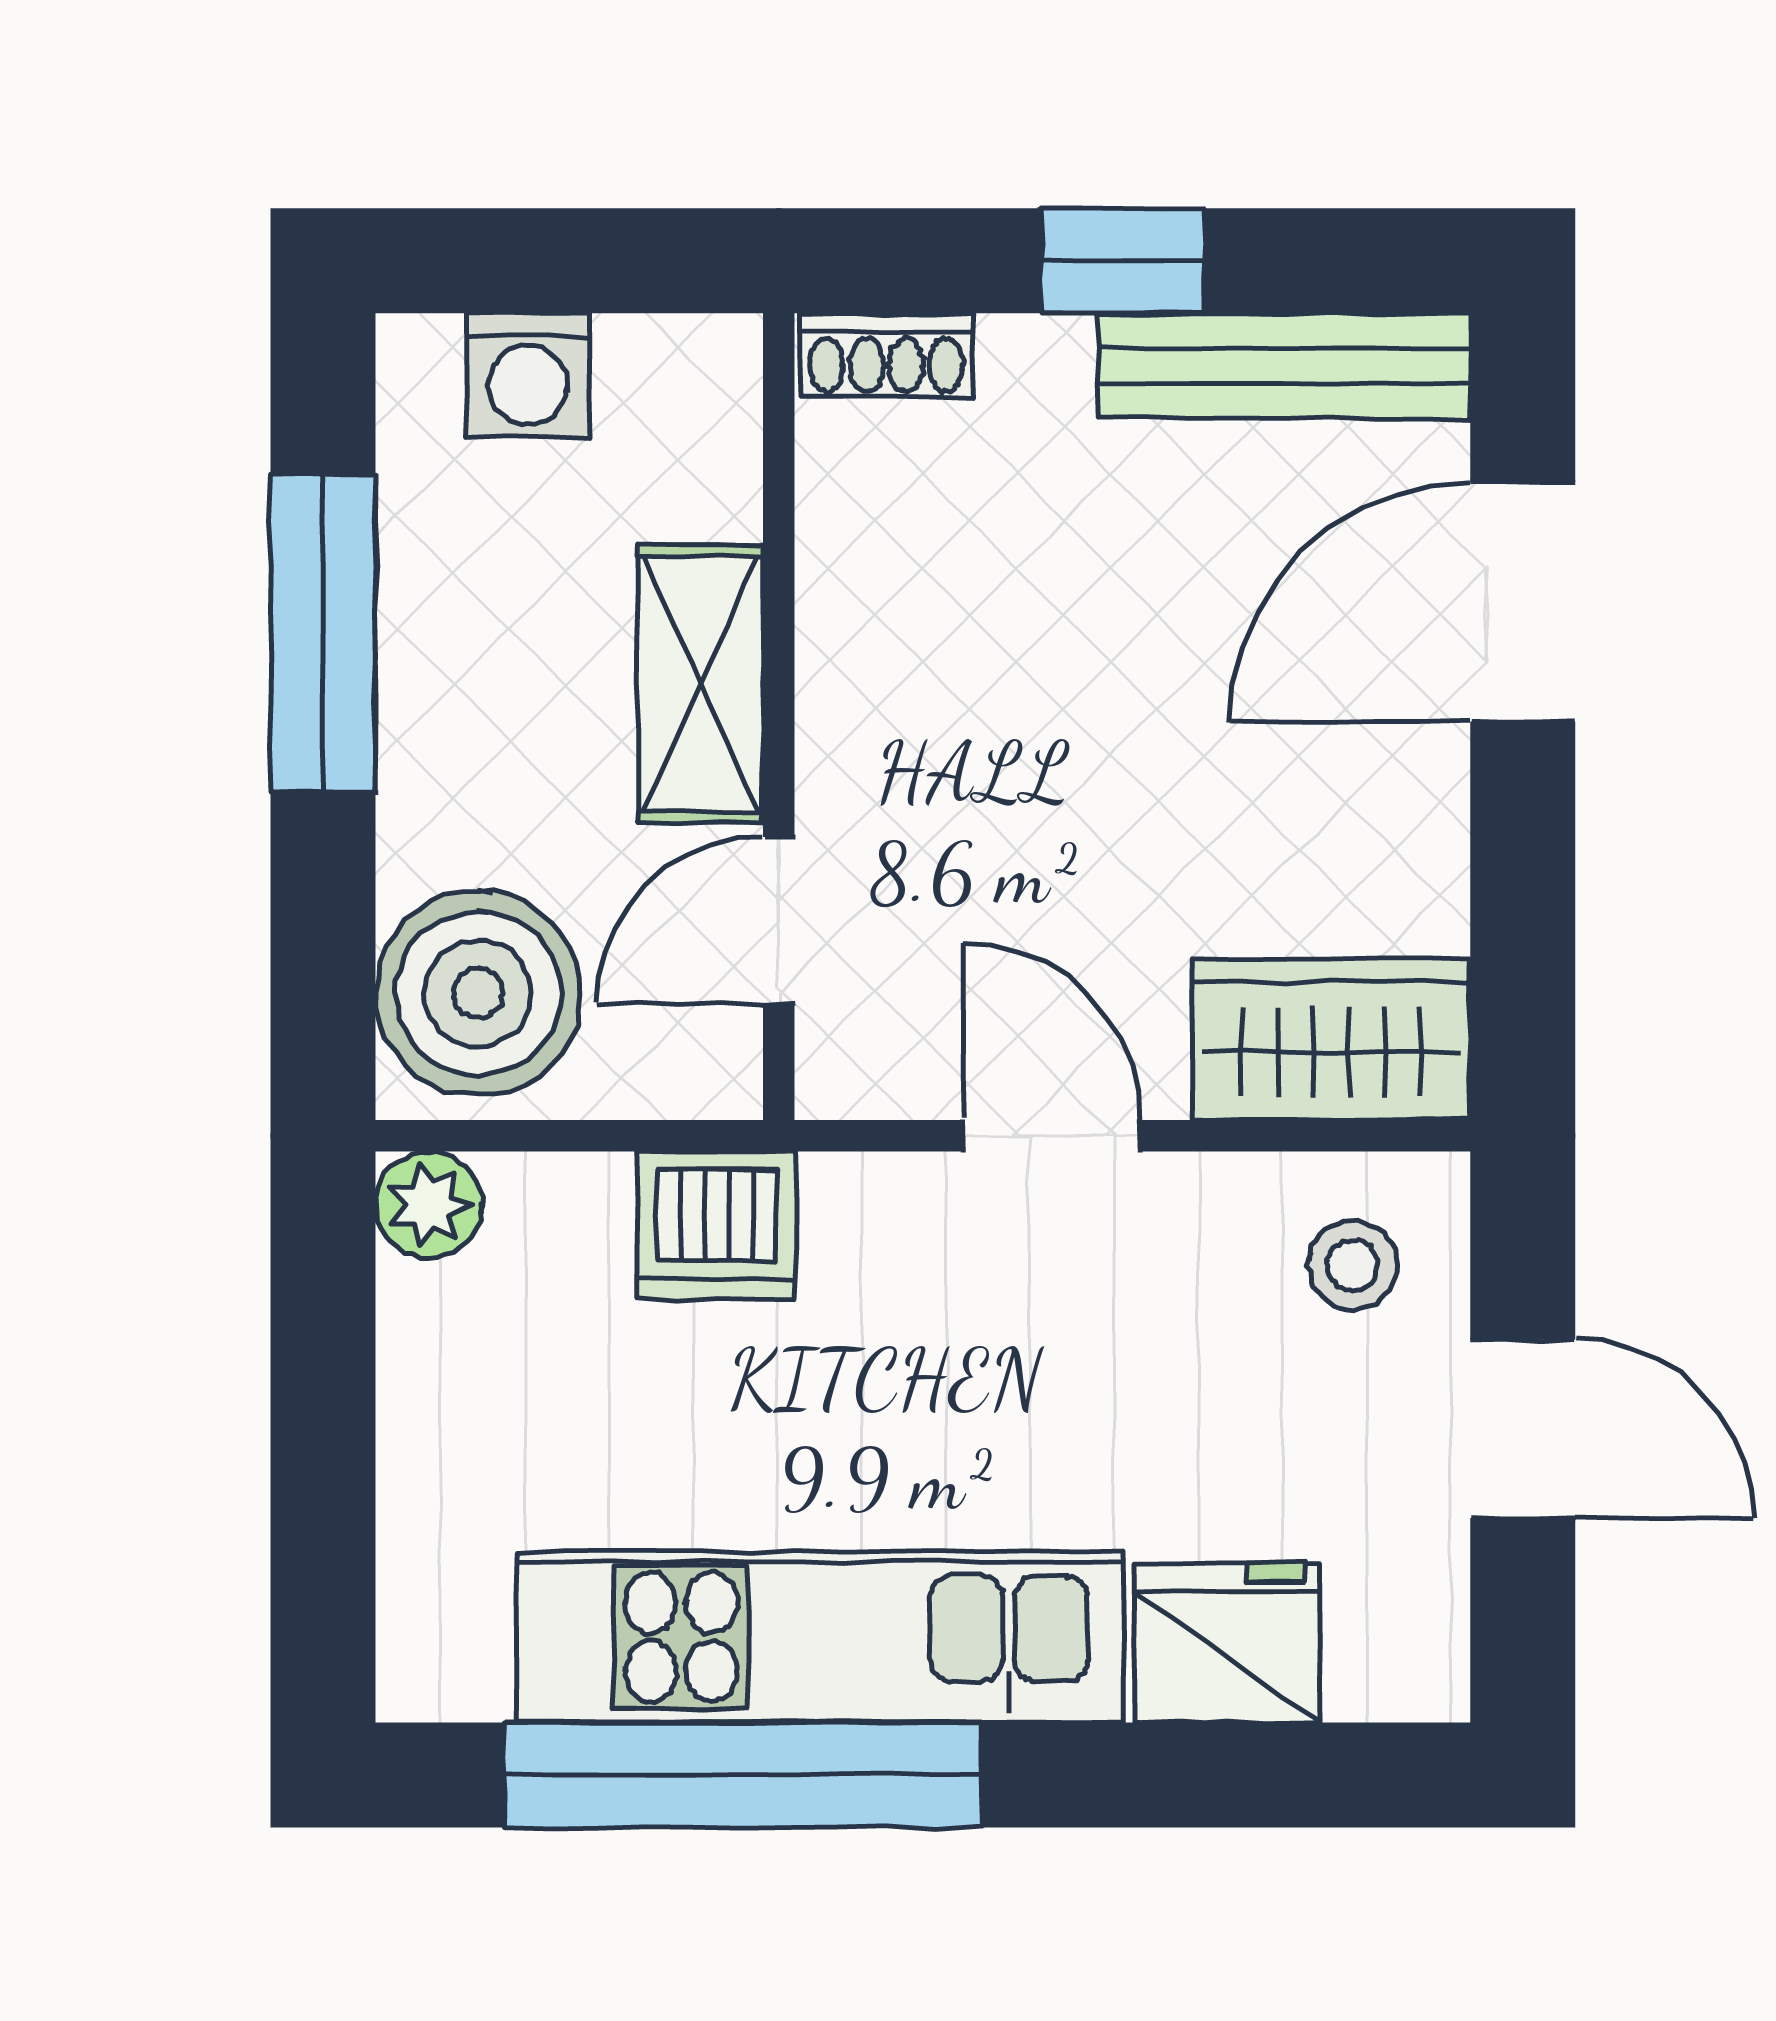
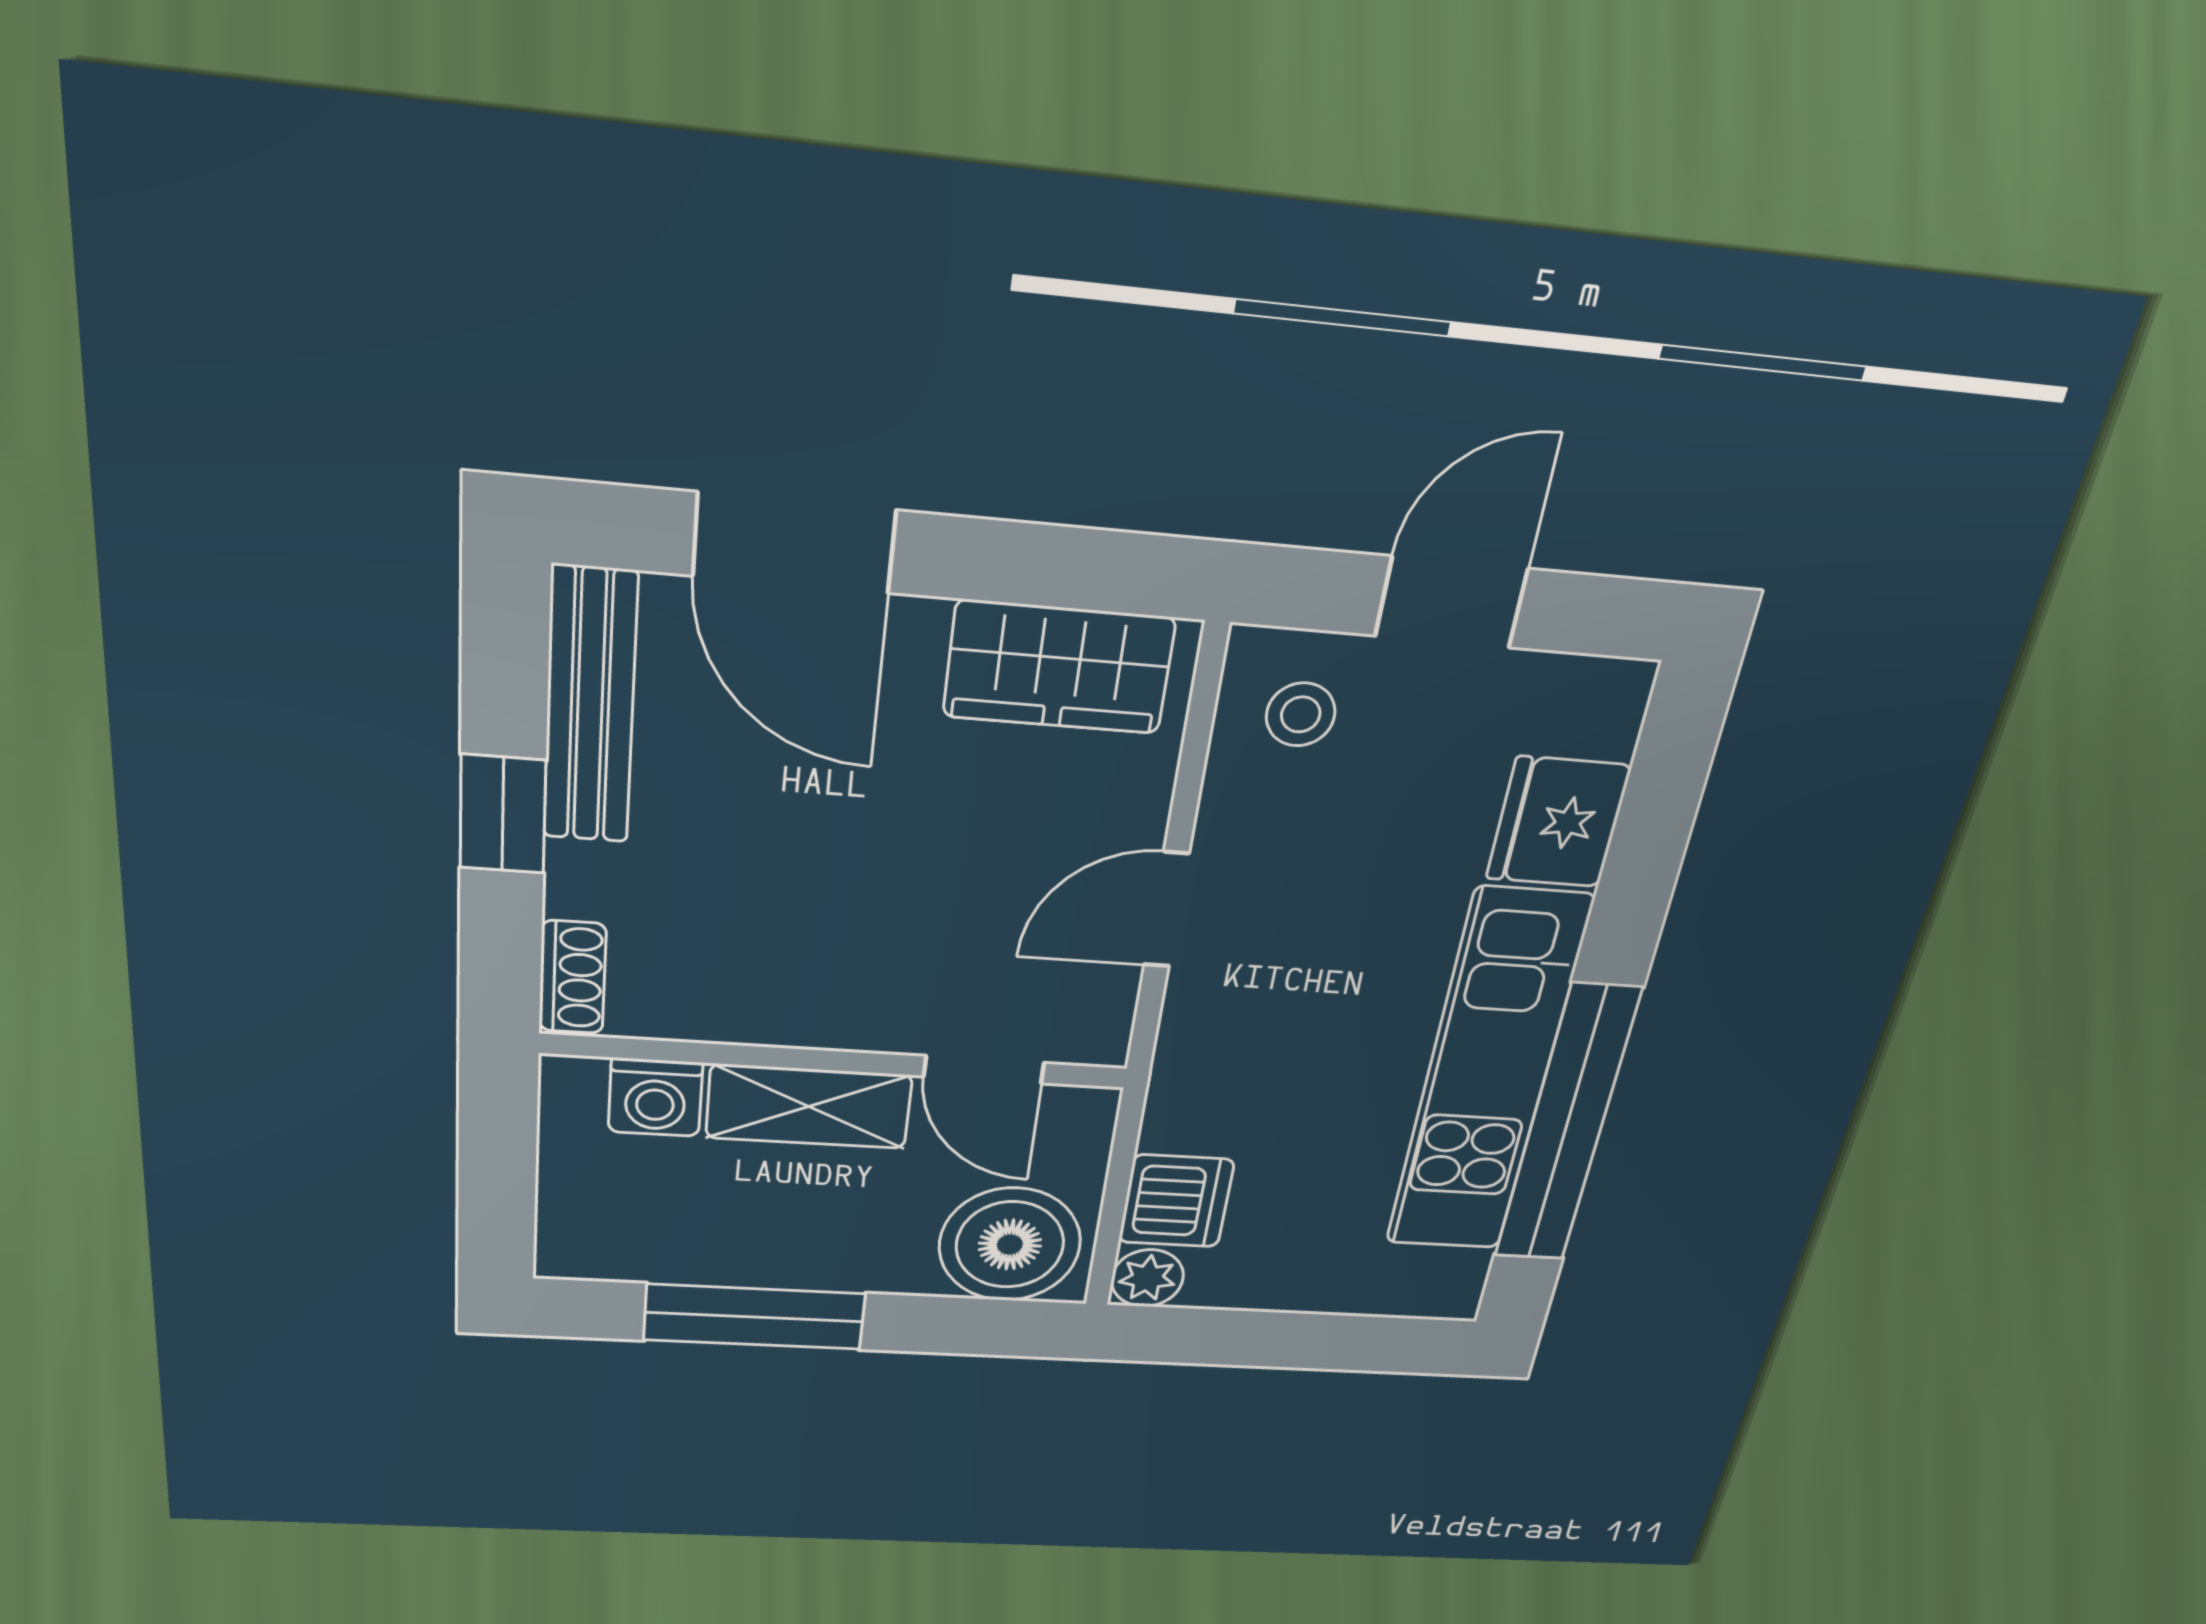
washing machine: (528, 375) -> (655, 1097), moved, turned 90
wardrobe: (1331, 1039) -> (1059, 667), moved, turned -90
dishwasher: (717, 1225) -> (1176, 1201), moved

